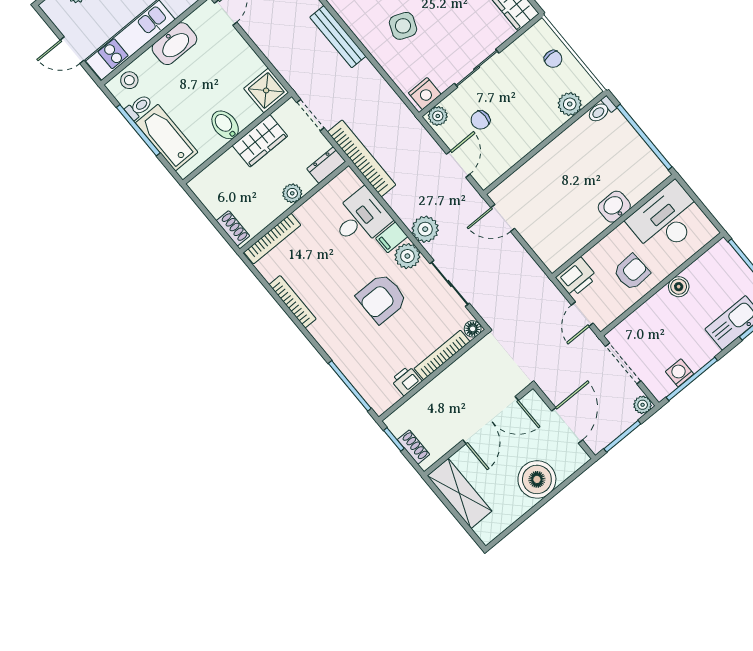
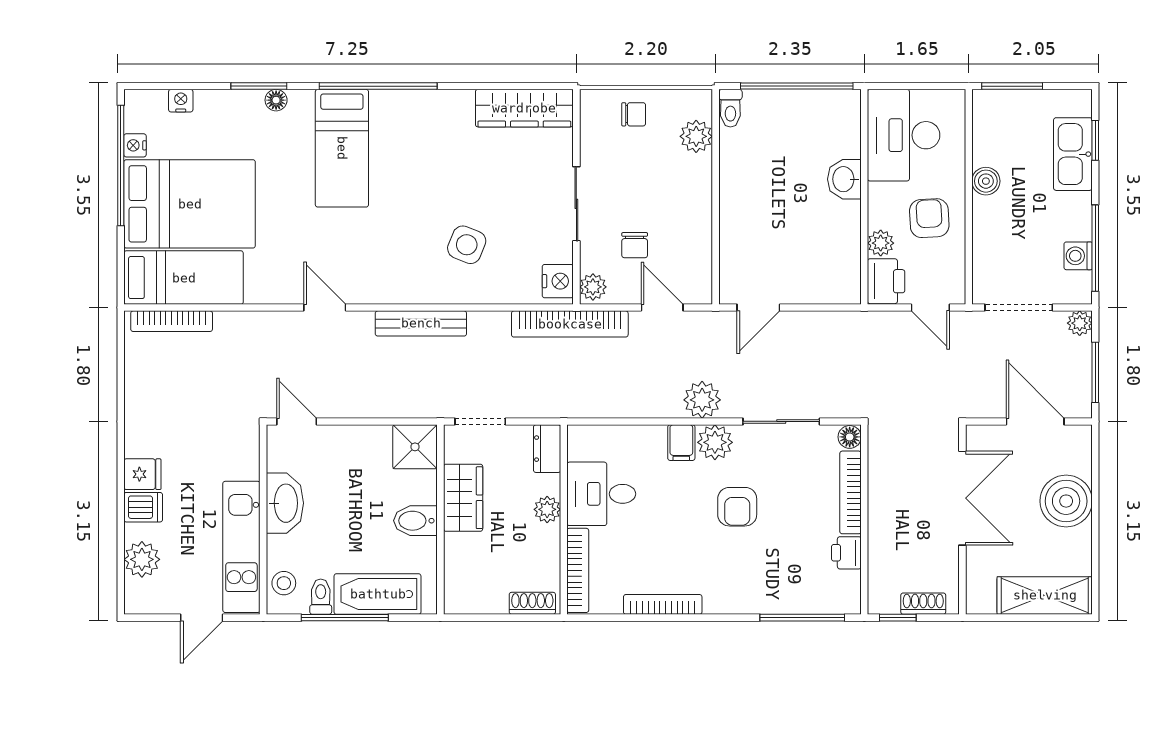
bookcase: (362, 158) -> (570, 324), moved, turned 180
desk: (360, 218) -> (601, 494), moved, turned -90
plant: (595, 256) -> (881, 243), added
armchair: (382, 298) -> (737, 507), width x0.72, depth x0.72
shelving: (460, 493) -> (1045, 595), moved

